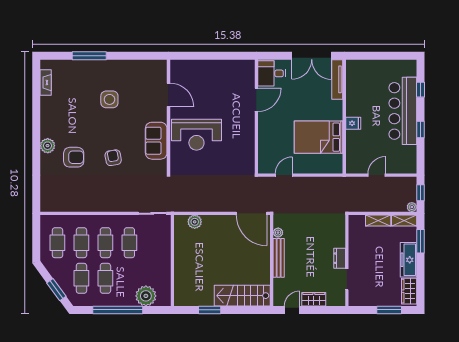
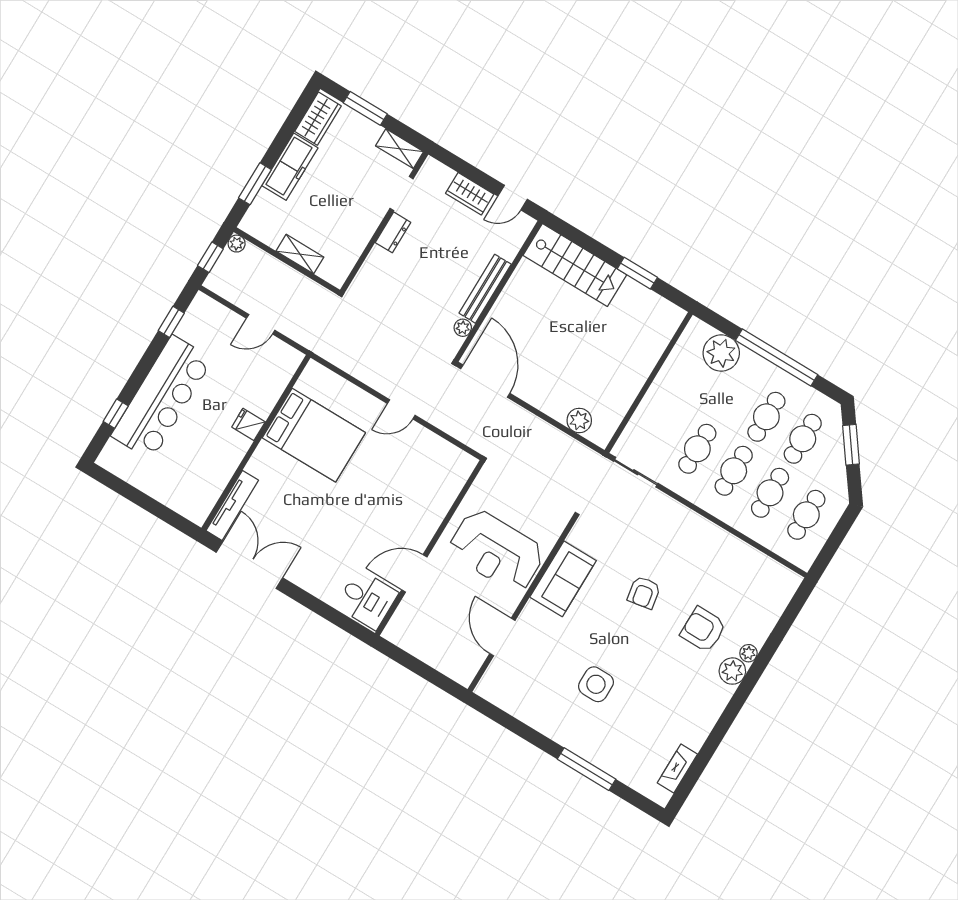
desk: (272, 73) -> (367, 599), moved
door: (256, 100) -> (414, 573), moved
wall: (256, 117) -> (430, 548), moved
window: (420, 129) -> (171, 322), moved
reception desk: (196, 135) -> (497, 551), turned 180
plant: (45, 159) -> (748, 653), added
shelving: (404, 221) -> (400, 149), moved

